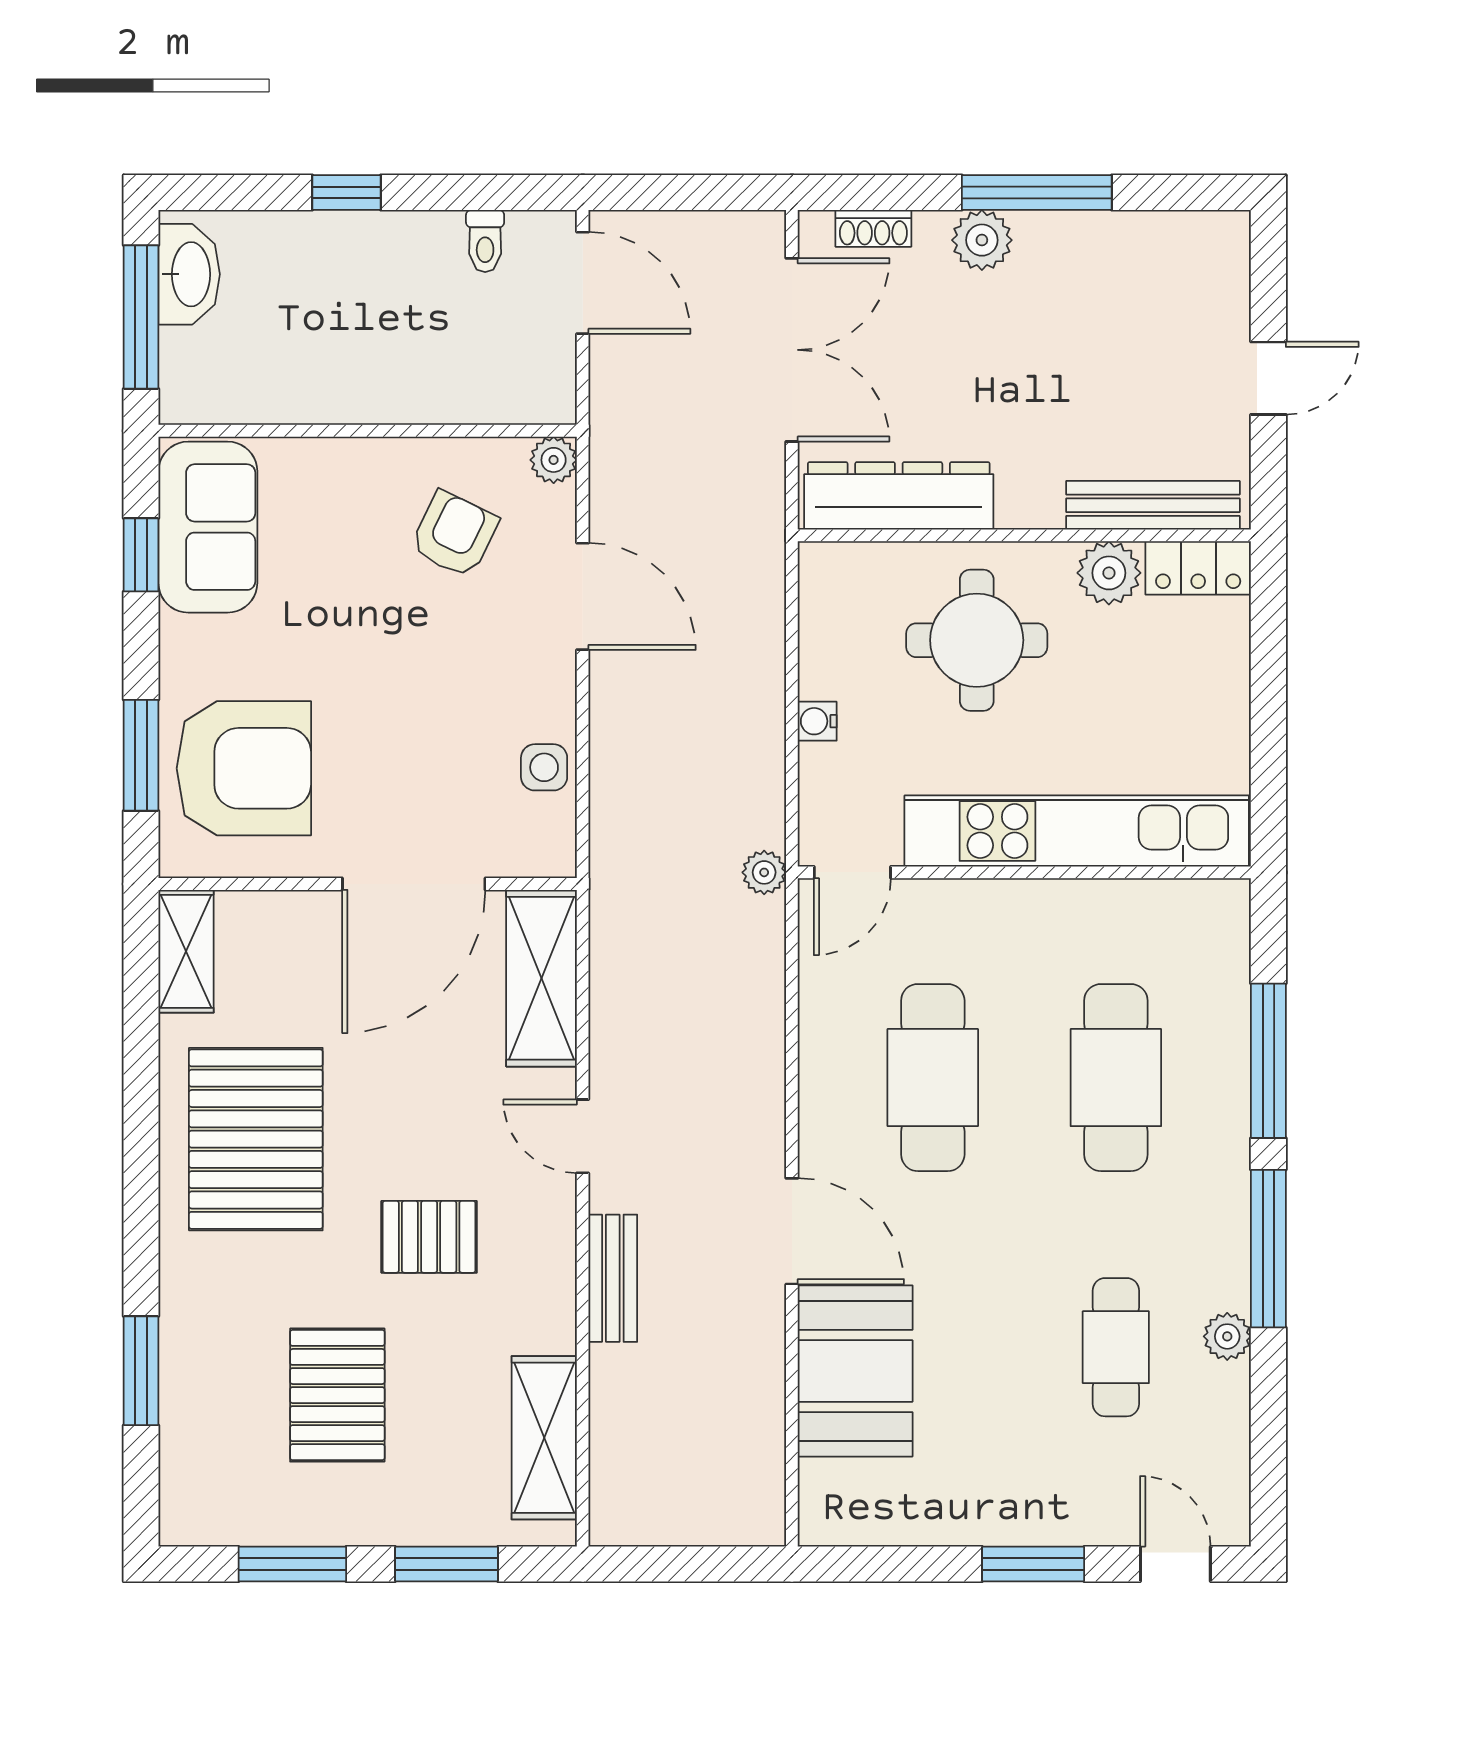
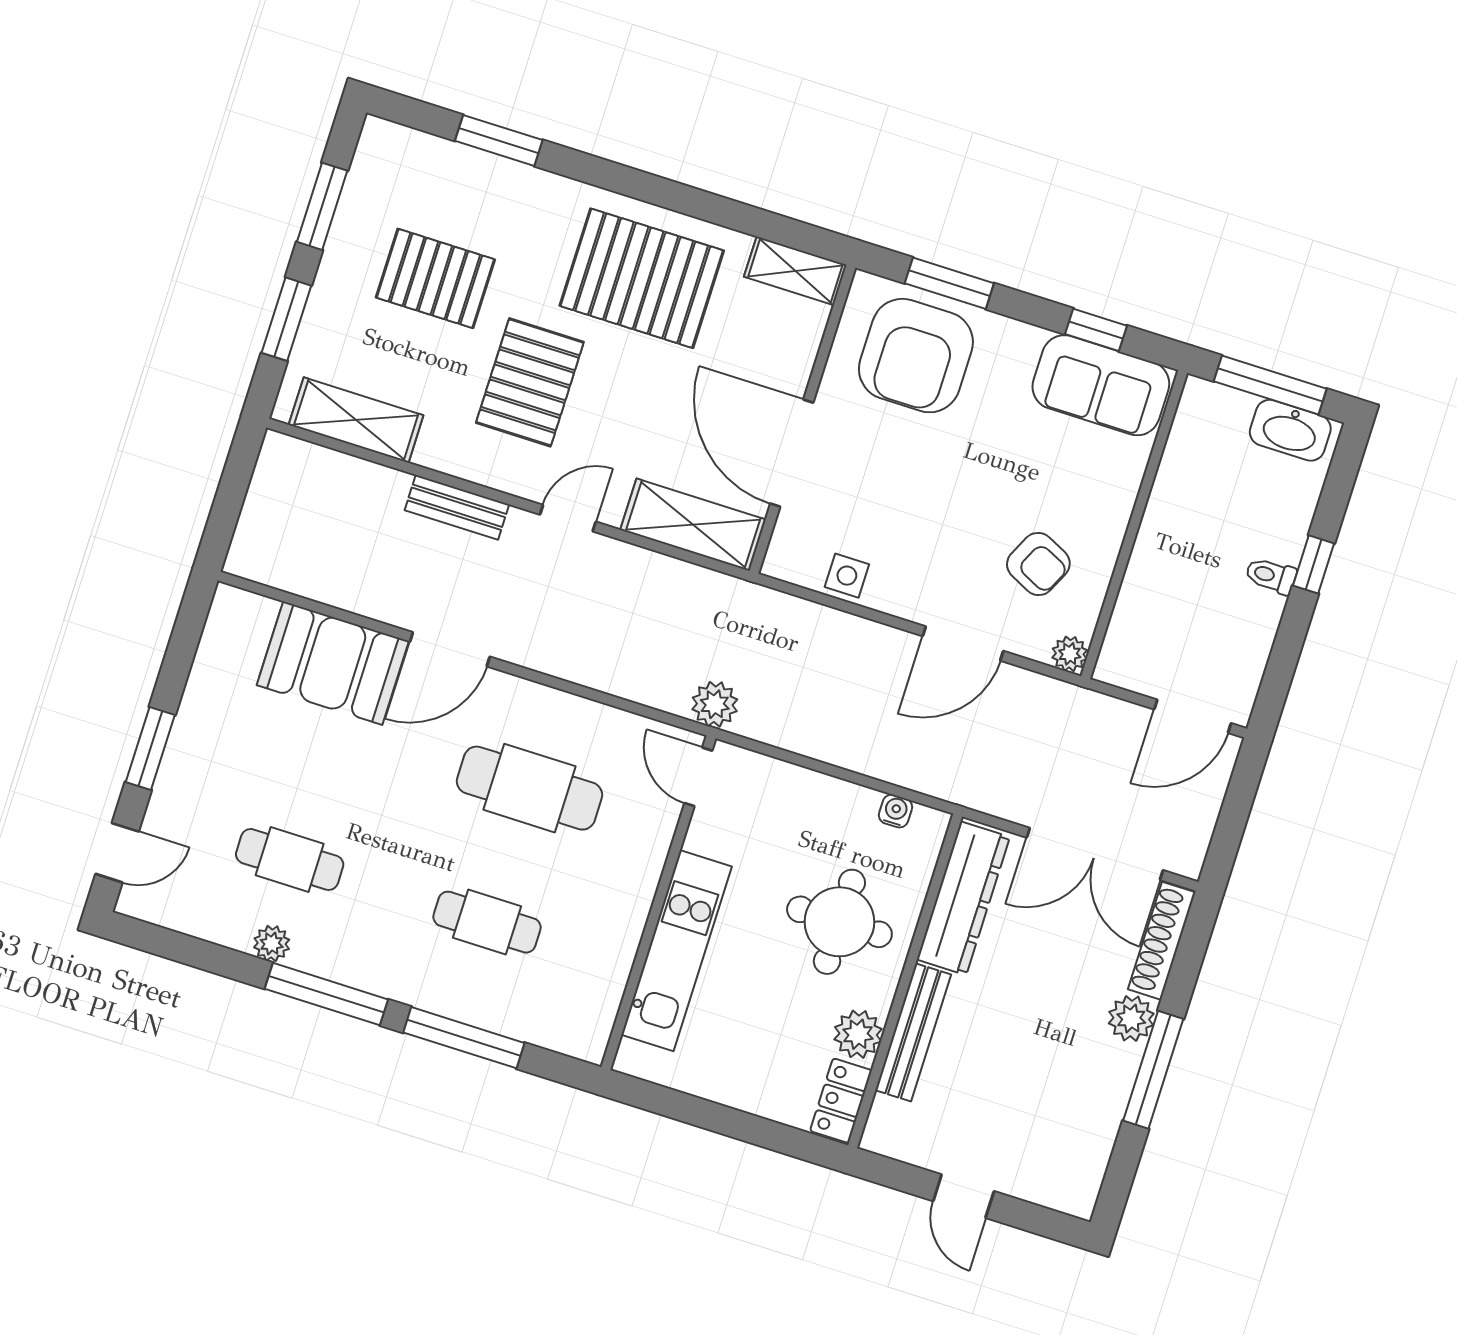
shoe rack: (873, 228) -> (1162, 941), width x1.94, depth x1.24
toilet: (485, 241) -> (1271, 576), moved
bench: (1153, 505) -> (913, 1032), moved
water cooler: (817, 721) -> (895, 811), moved
kitchen unit: (1077, 831) -> (677, 951), width x0.73
plant: (764, 872) -> (715, 704), width x1.38, depth x1.38
cafe table: (1116, 1078) -> (487, 922), width x0.73, depth x0.74
pallet: (429, 1237) -> (530, 382), width x1.50, depth x1.42

